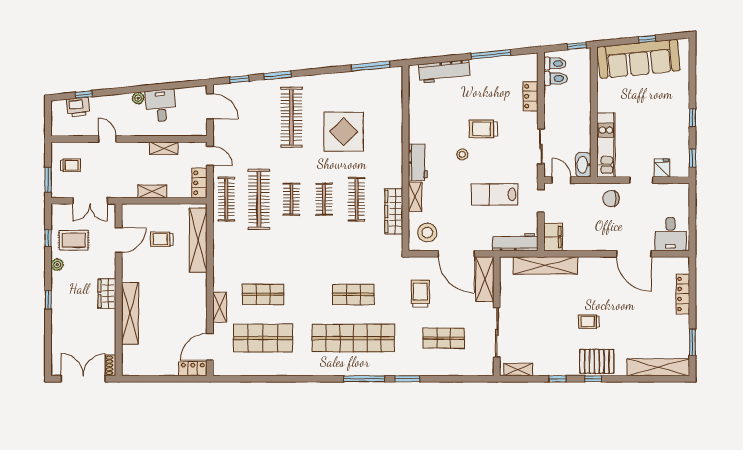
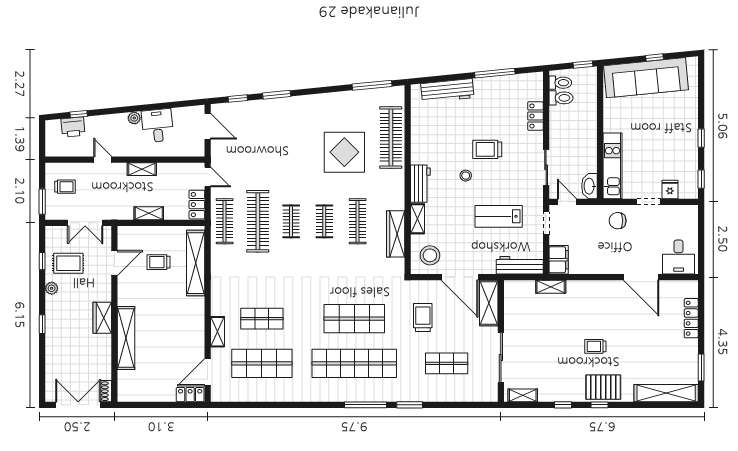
clothes rail: (291, 117) -> (391, 137), moved
shelving: (164, 148) -> (142, 169), moved
shelving: (545, 265) -> (551, 287), width x0.45, depth x0.75
shop shelf: (353, 294) -> (354, 319), width x1.43, depth x1.36

